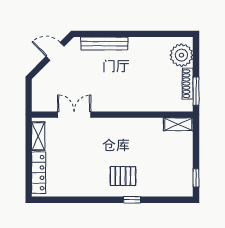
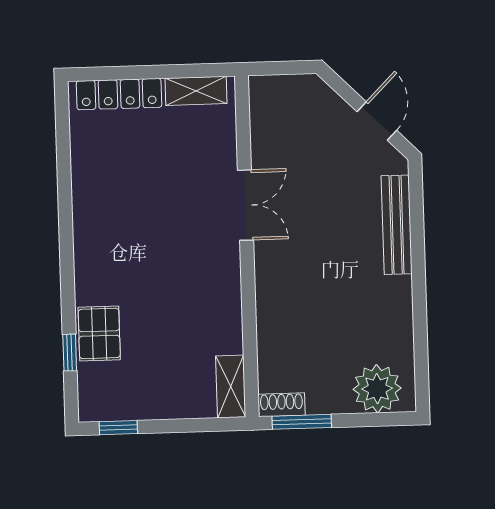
shoe rack: (188, 84) -> (281, 405), moved, width x0.70
double door: (74, 115) -> (245, 205), moved
pallet: (123, 176) -> (99, 333), moved
window: (132, 200) -> (70, 353), moved

